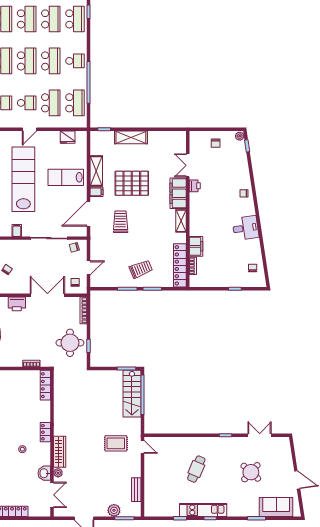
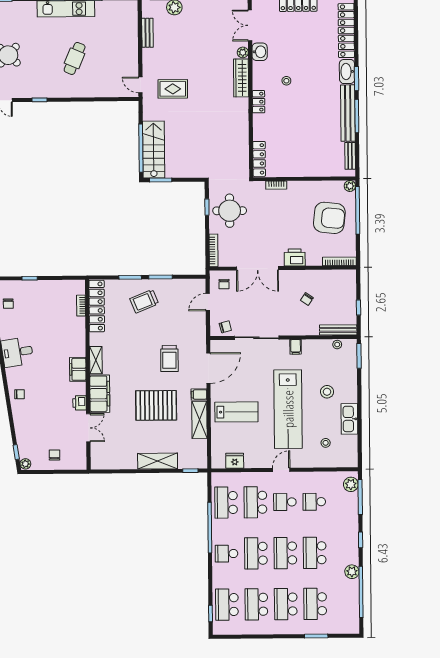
filing cabinet: (196, 246) -> (78, 369), moved

